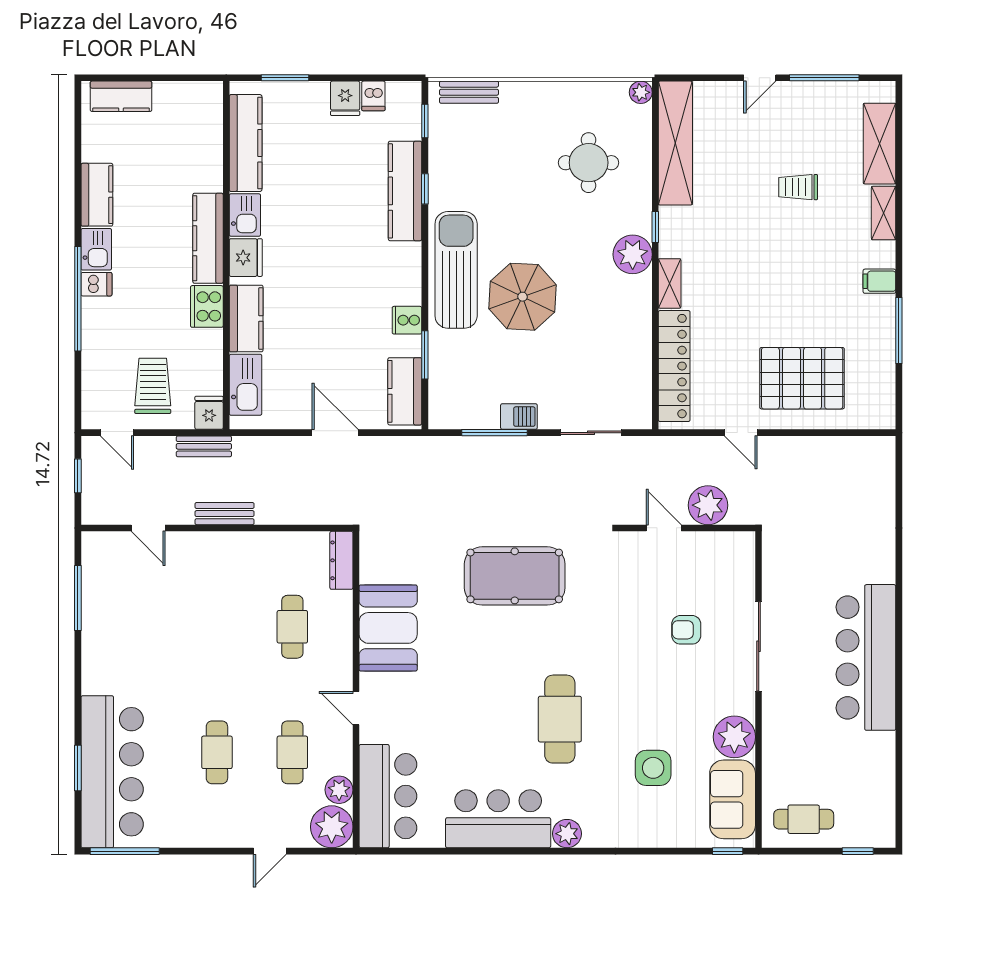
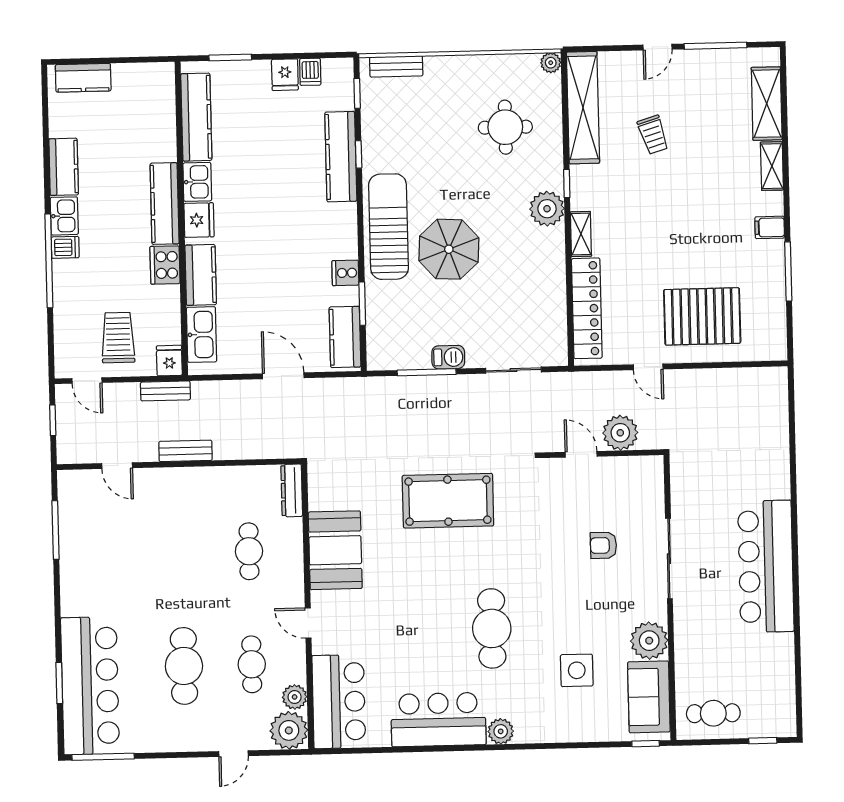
trolley: (798, 187) -> (653, 135), moved, turned -107
cafe table: (217, 752) -> (184, 666), width x1.37, depth x1.35

